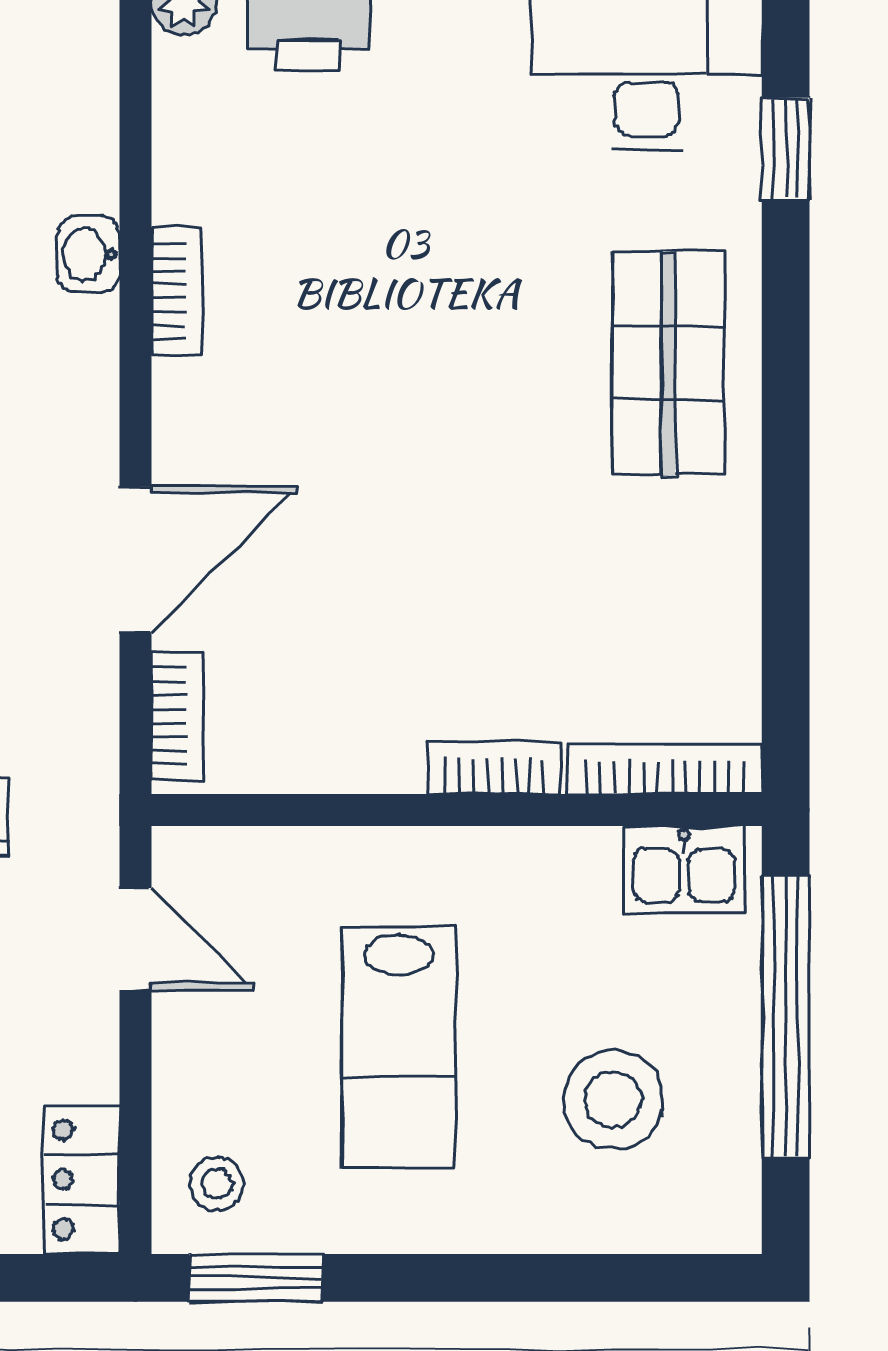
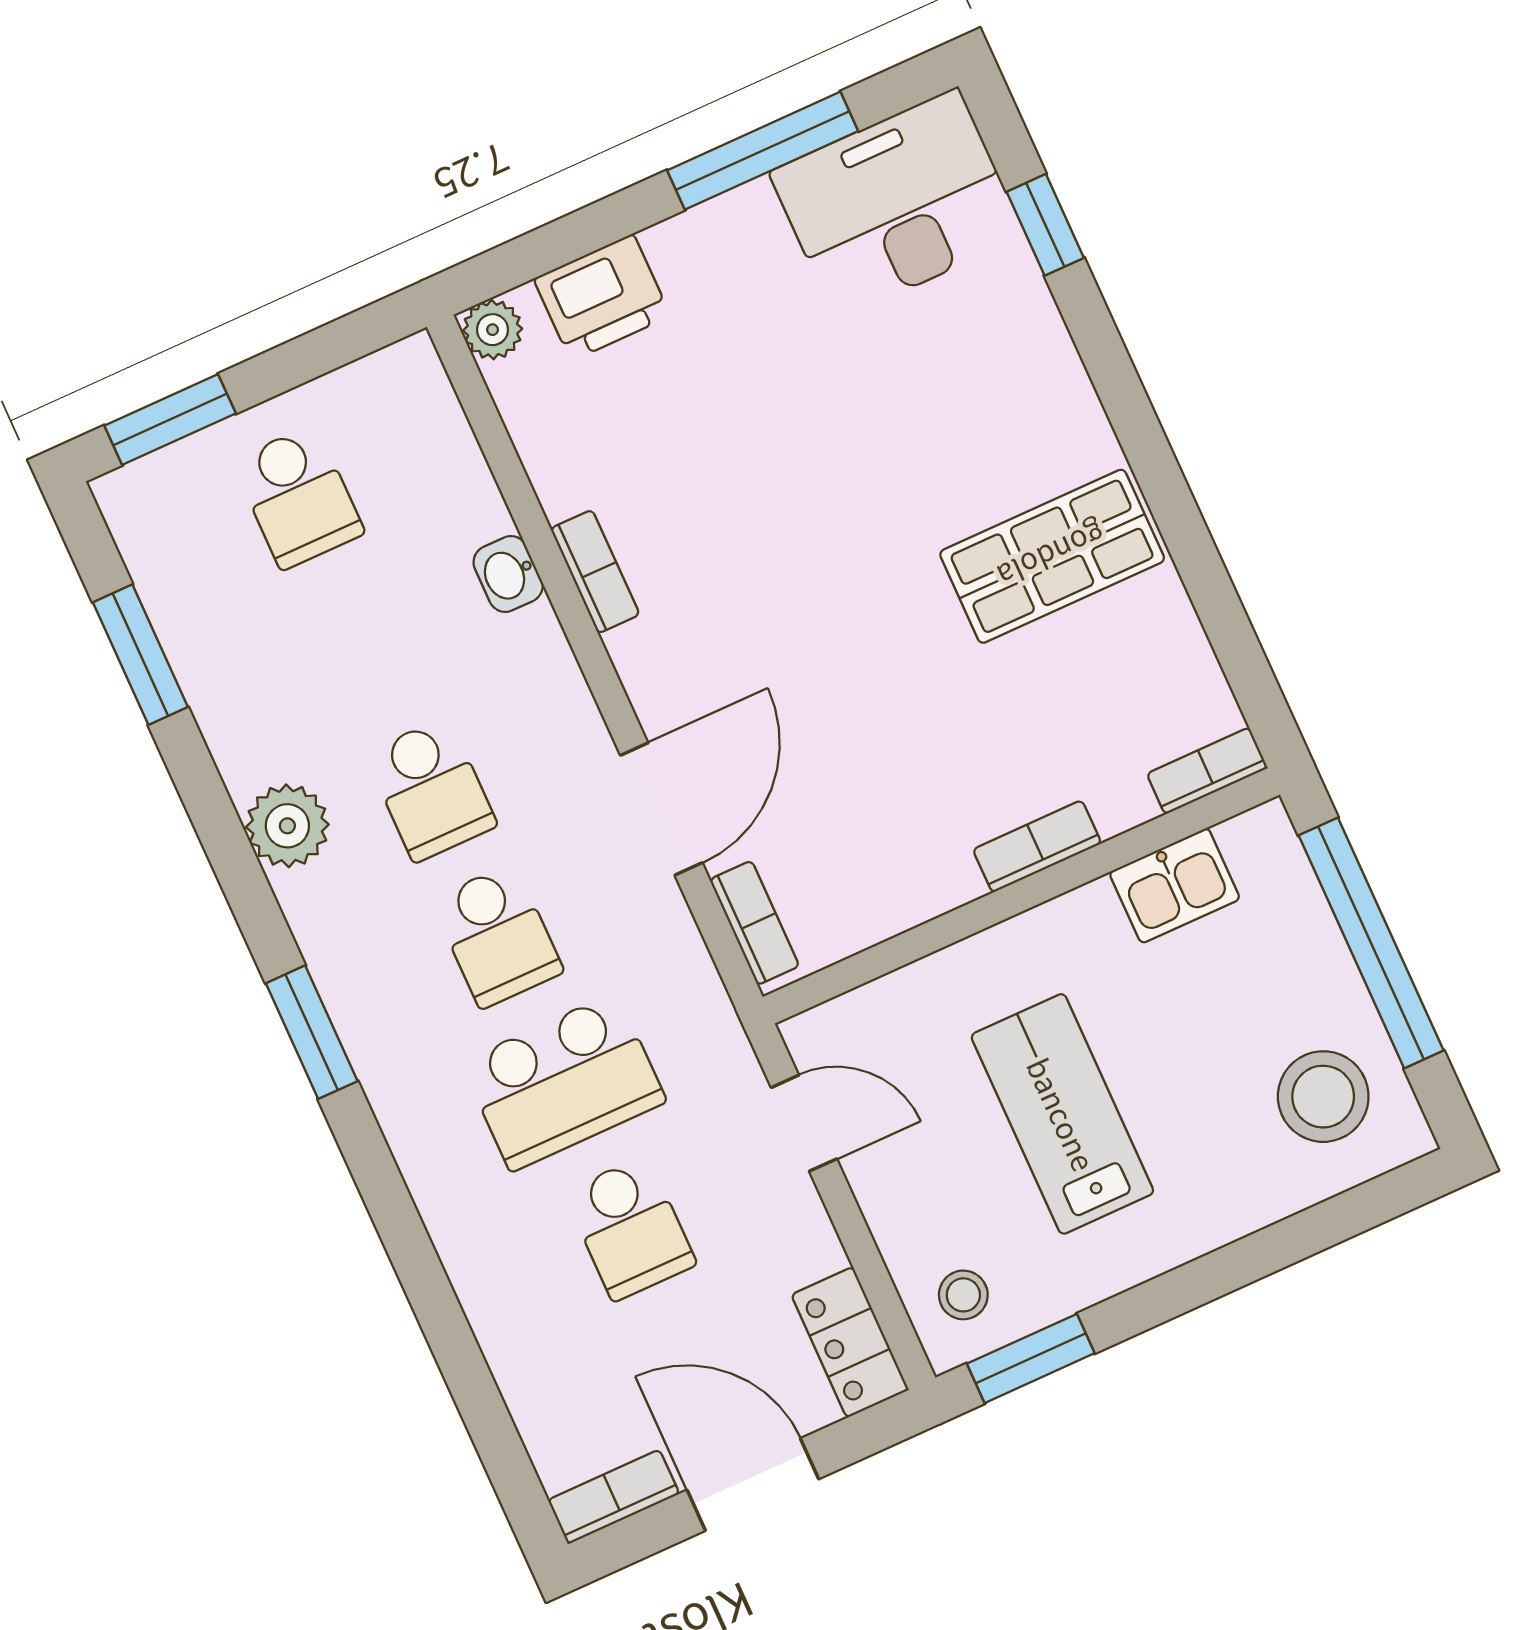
shop shelf: (668, 363) -> (1052, 556), moved, turned 90
bookcase: (665, 769) -> (1207, 771), width x0.64
kitchen sink: (684, 870) -> (1175, 886), moved
lab bench: (399, 1047) -> (1062, 1114), turned 180
stool: (613, 1100) -> (1323, 1097), moved

